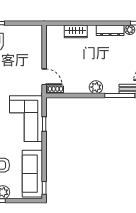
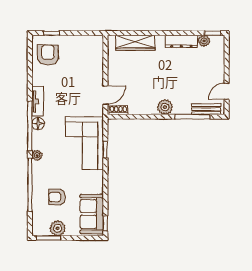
wardrobe: (76, 31) -> (135, 43), width x1.50
door: (44, 77) -> (105, 95), hinge flipped
sofa: (32, 174) -> (92, 214), width x0.73

